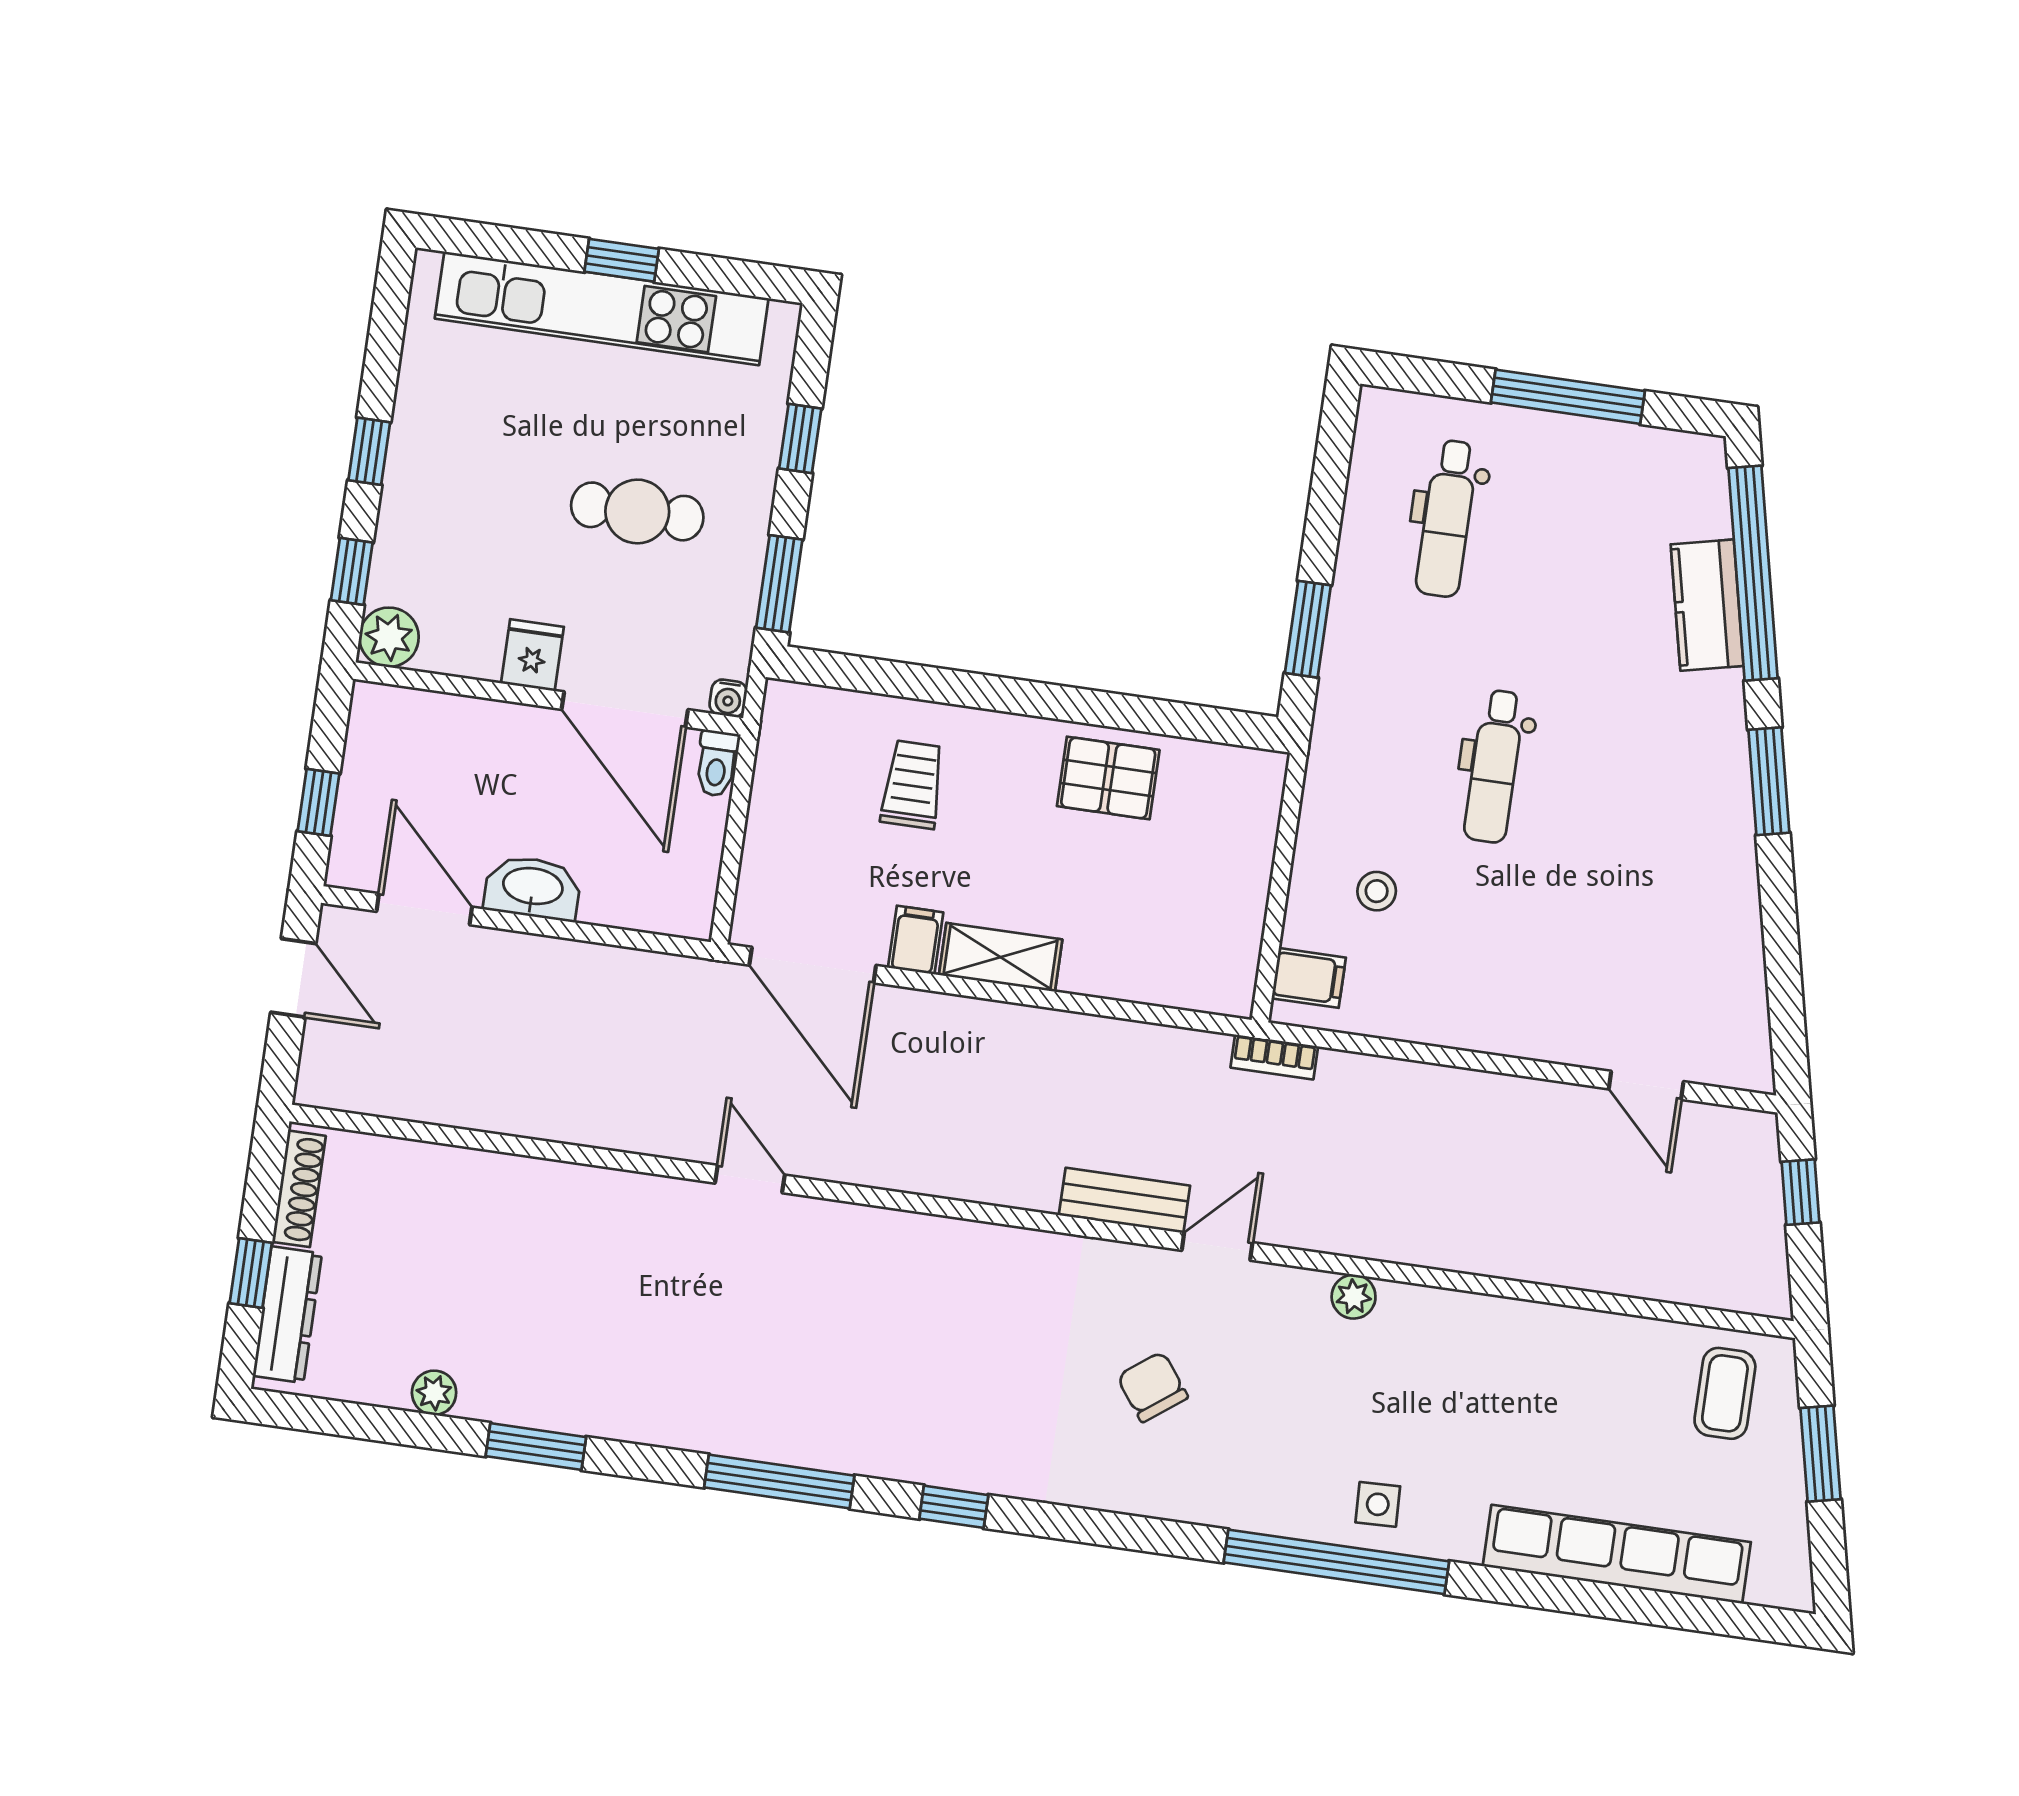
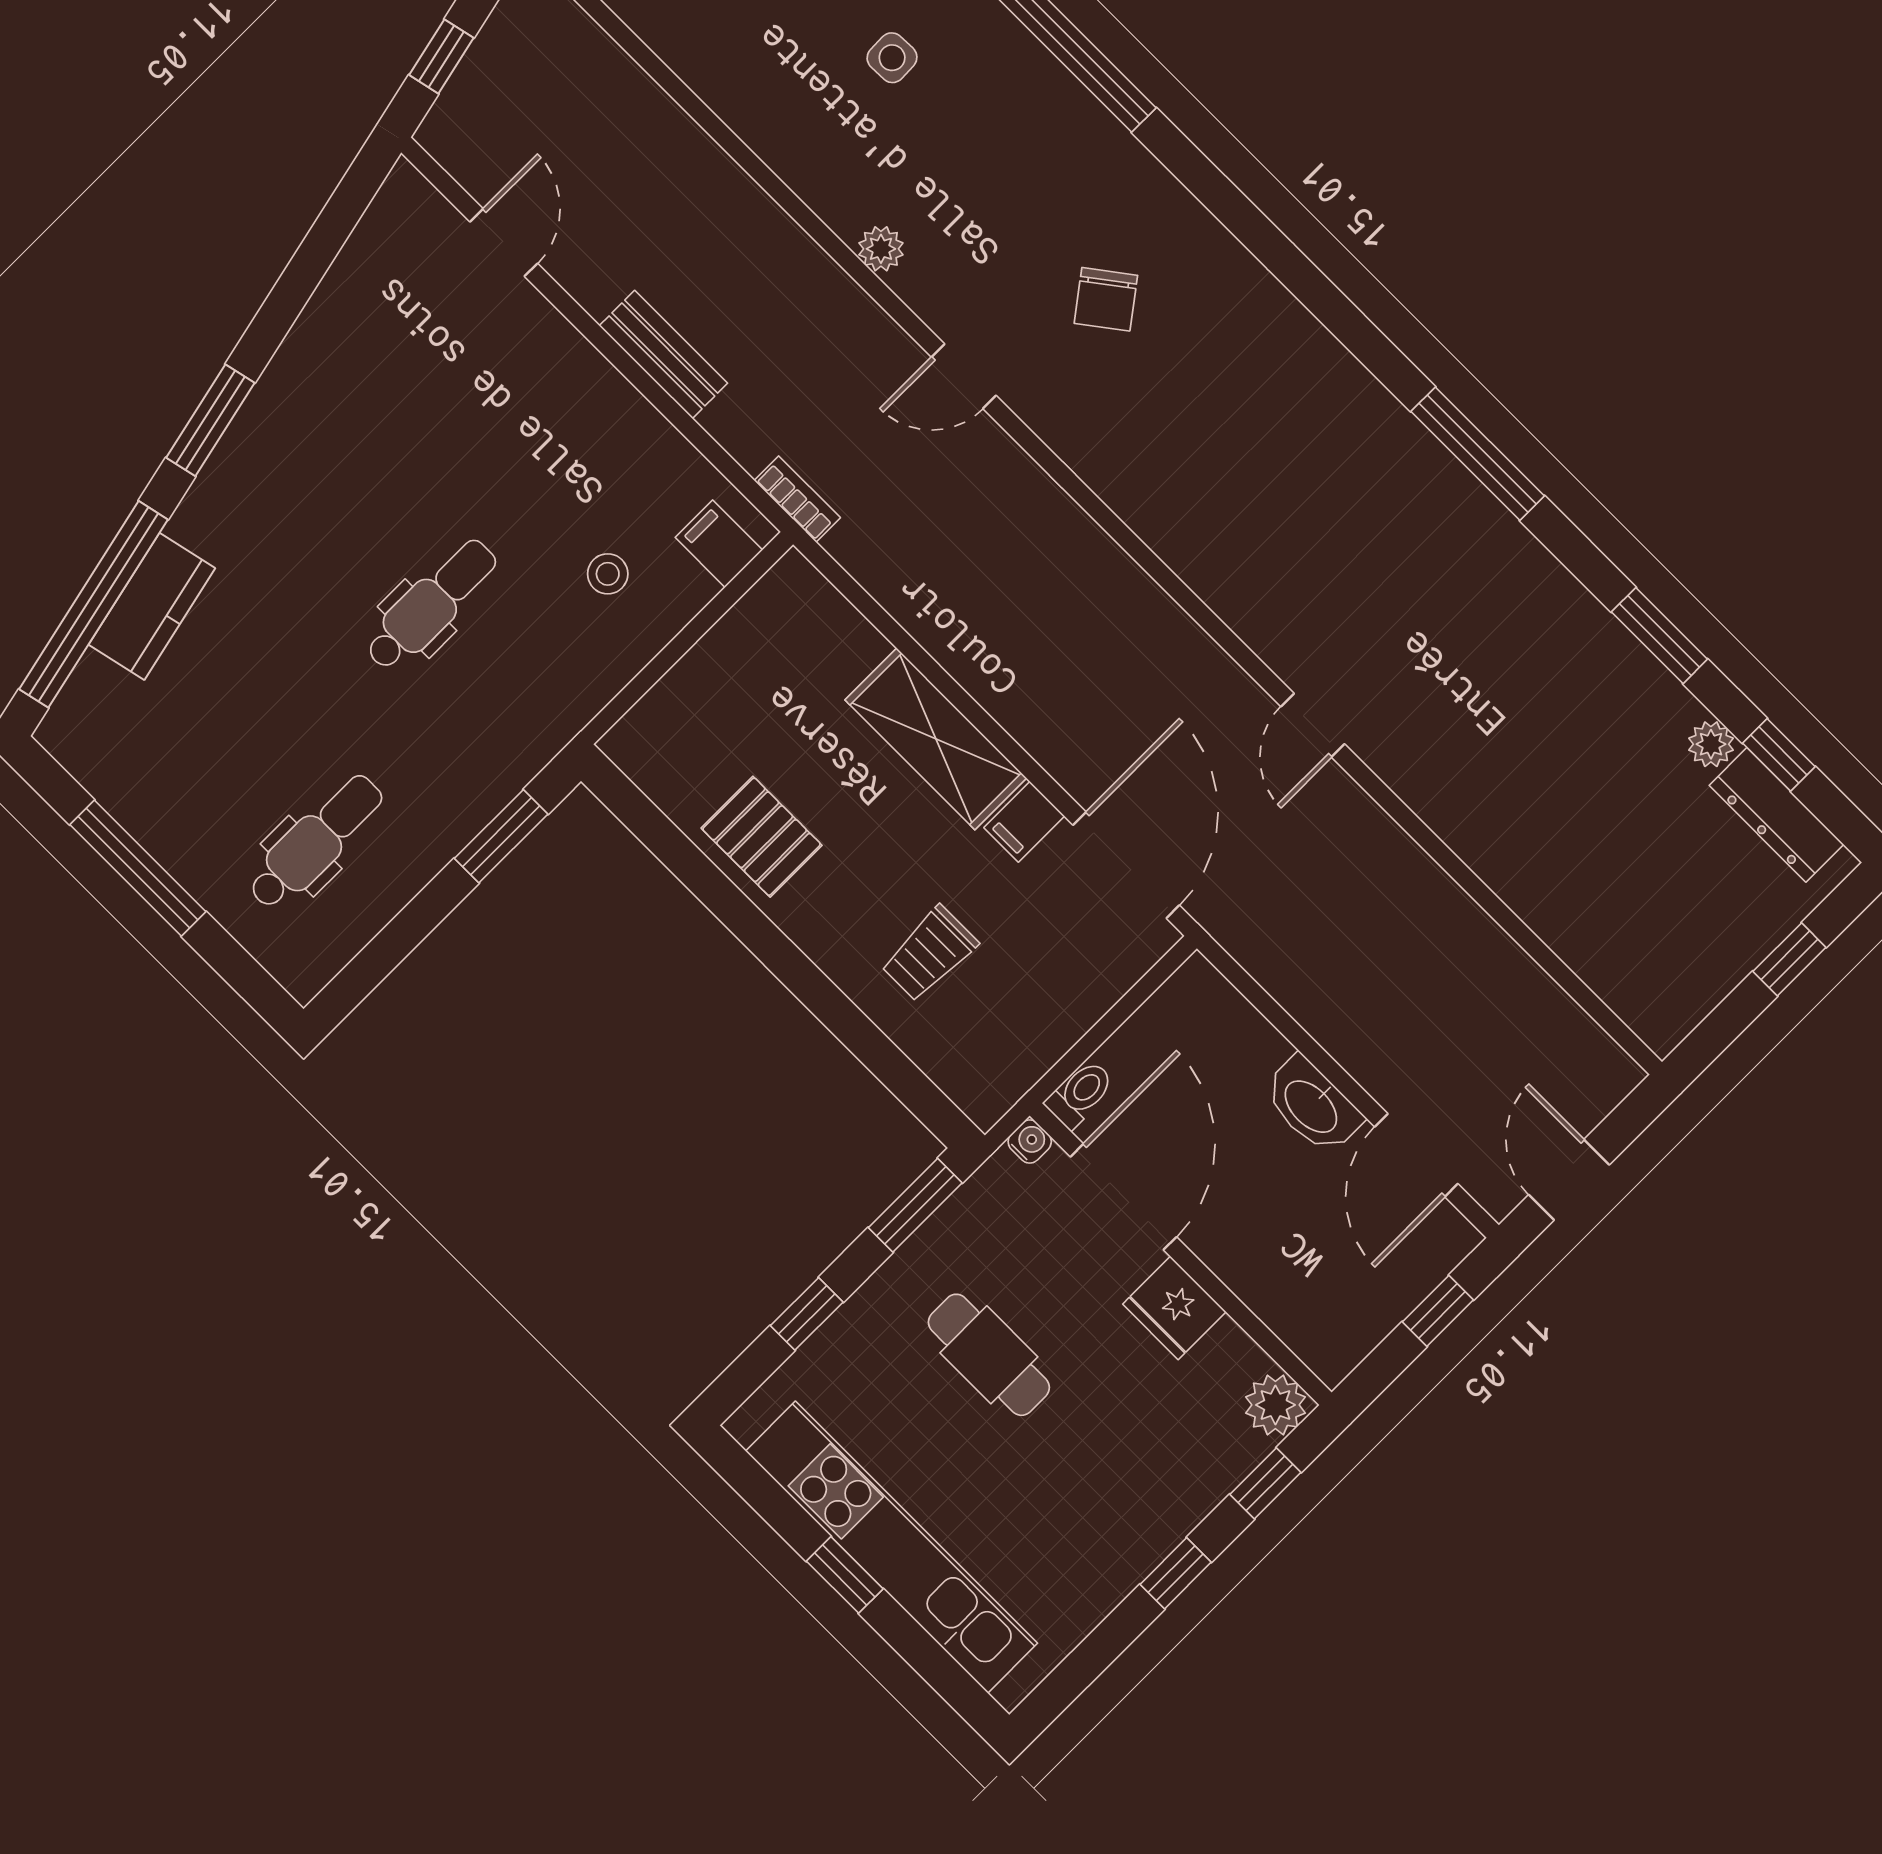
fridge: (532, 655) -> (1174, 1308), width x1.38
shelving: (1001, 957) -> (936, 739), width x1.50, depth x1.33
shoe rack: (299, 1189) -> (1696, 1000), removed
bench: (1124, 1200) -> (663, 354), moved
dresser: (287, 1315) -> (1776, 815), moved, turned -90
side table: (1378, 1504) -> (892, 58), moved
window: (954, 1507) -> (1779, 755), moved

